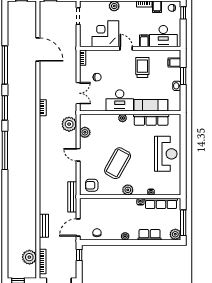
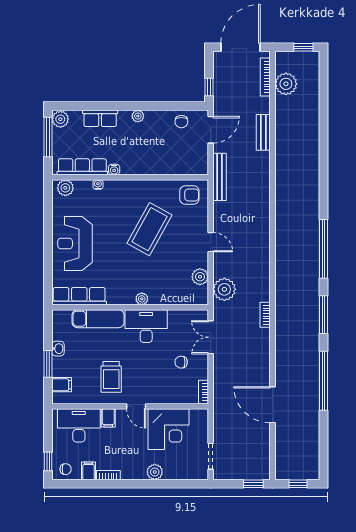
row of seats: (151, 120) -> (79, 296), moved
plant: (128, 190) -> (65, 188), moved

